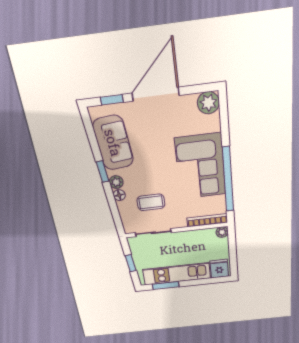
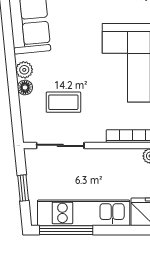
window: (102, 172) -> (10, 54), removed
window: (166, 285) -> (66, 230), width x1.44

